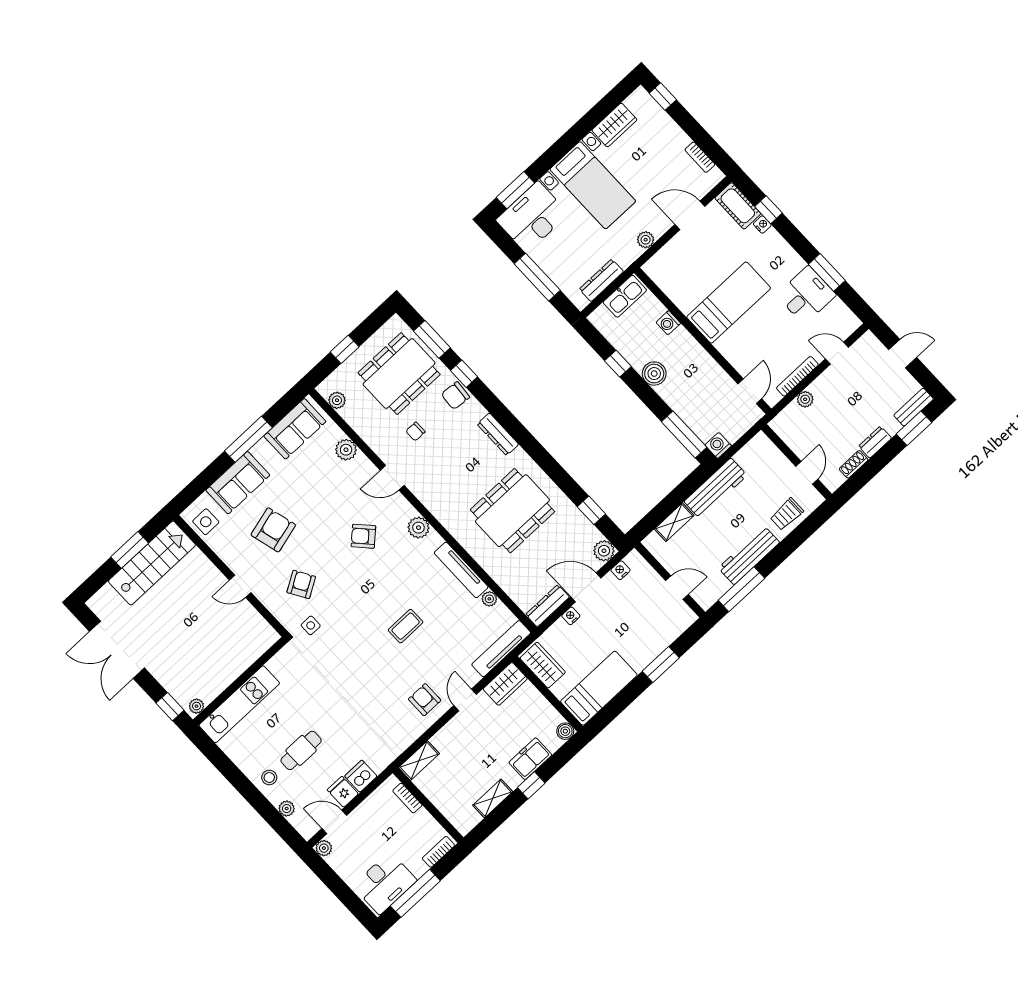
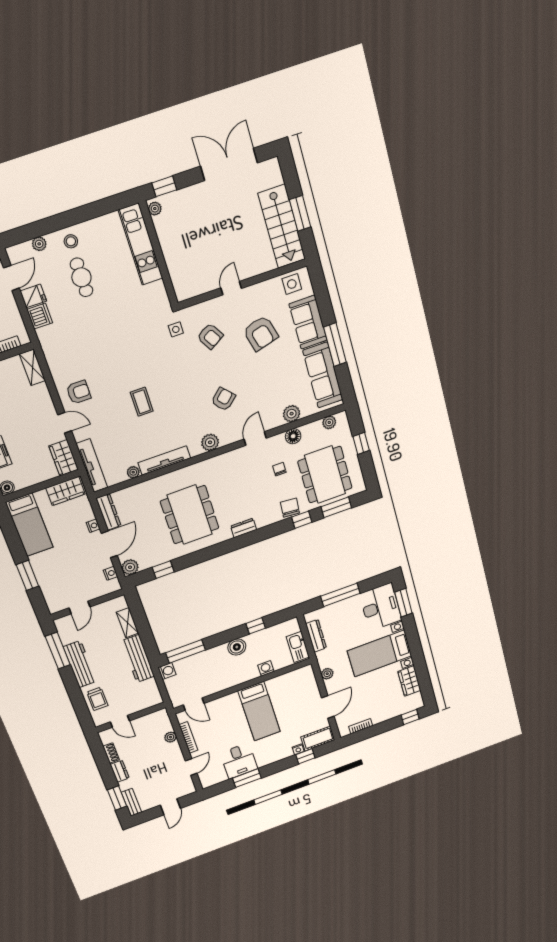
sofa: (295, 429) -> (323, 375), width x1.36
dresser: (498, 434) -> (244, 528), width x0.70
floor lamp: (371, 435) -> (293, 436), added
trolley: (787, 514) -> (97, 699), turned 180

